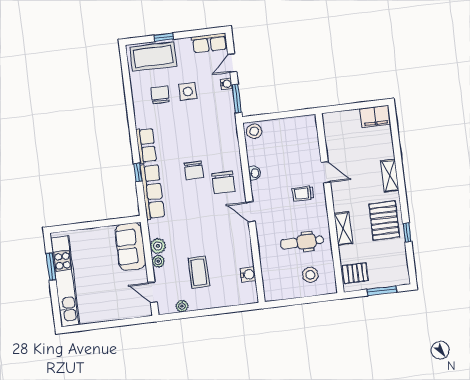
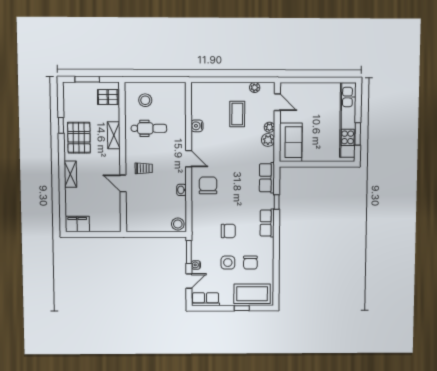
chair: (194, 170) -> (228, 231), moved, turned 90
row of seats: (152, 192) -> (267, 178), width x0.68
water cooler: (248, 274) -> (197, 126), moved

